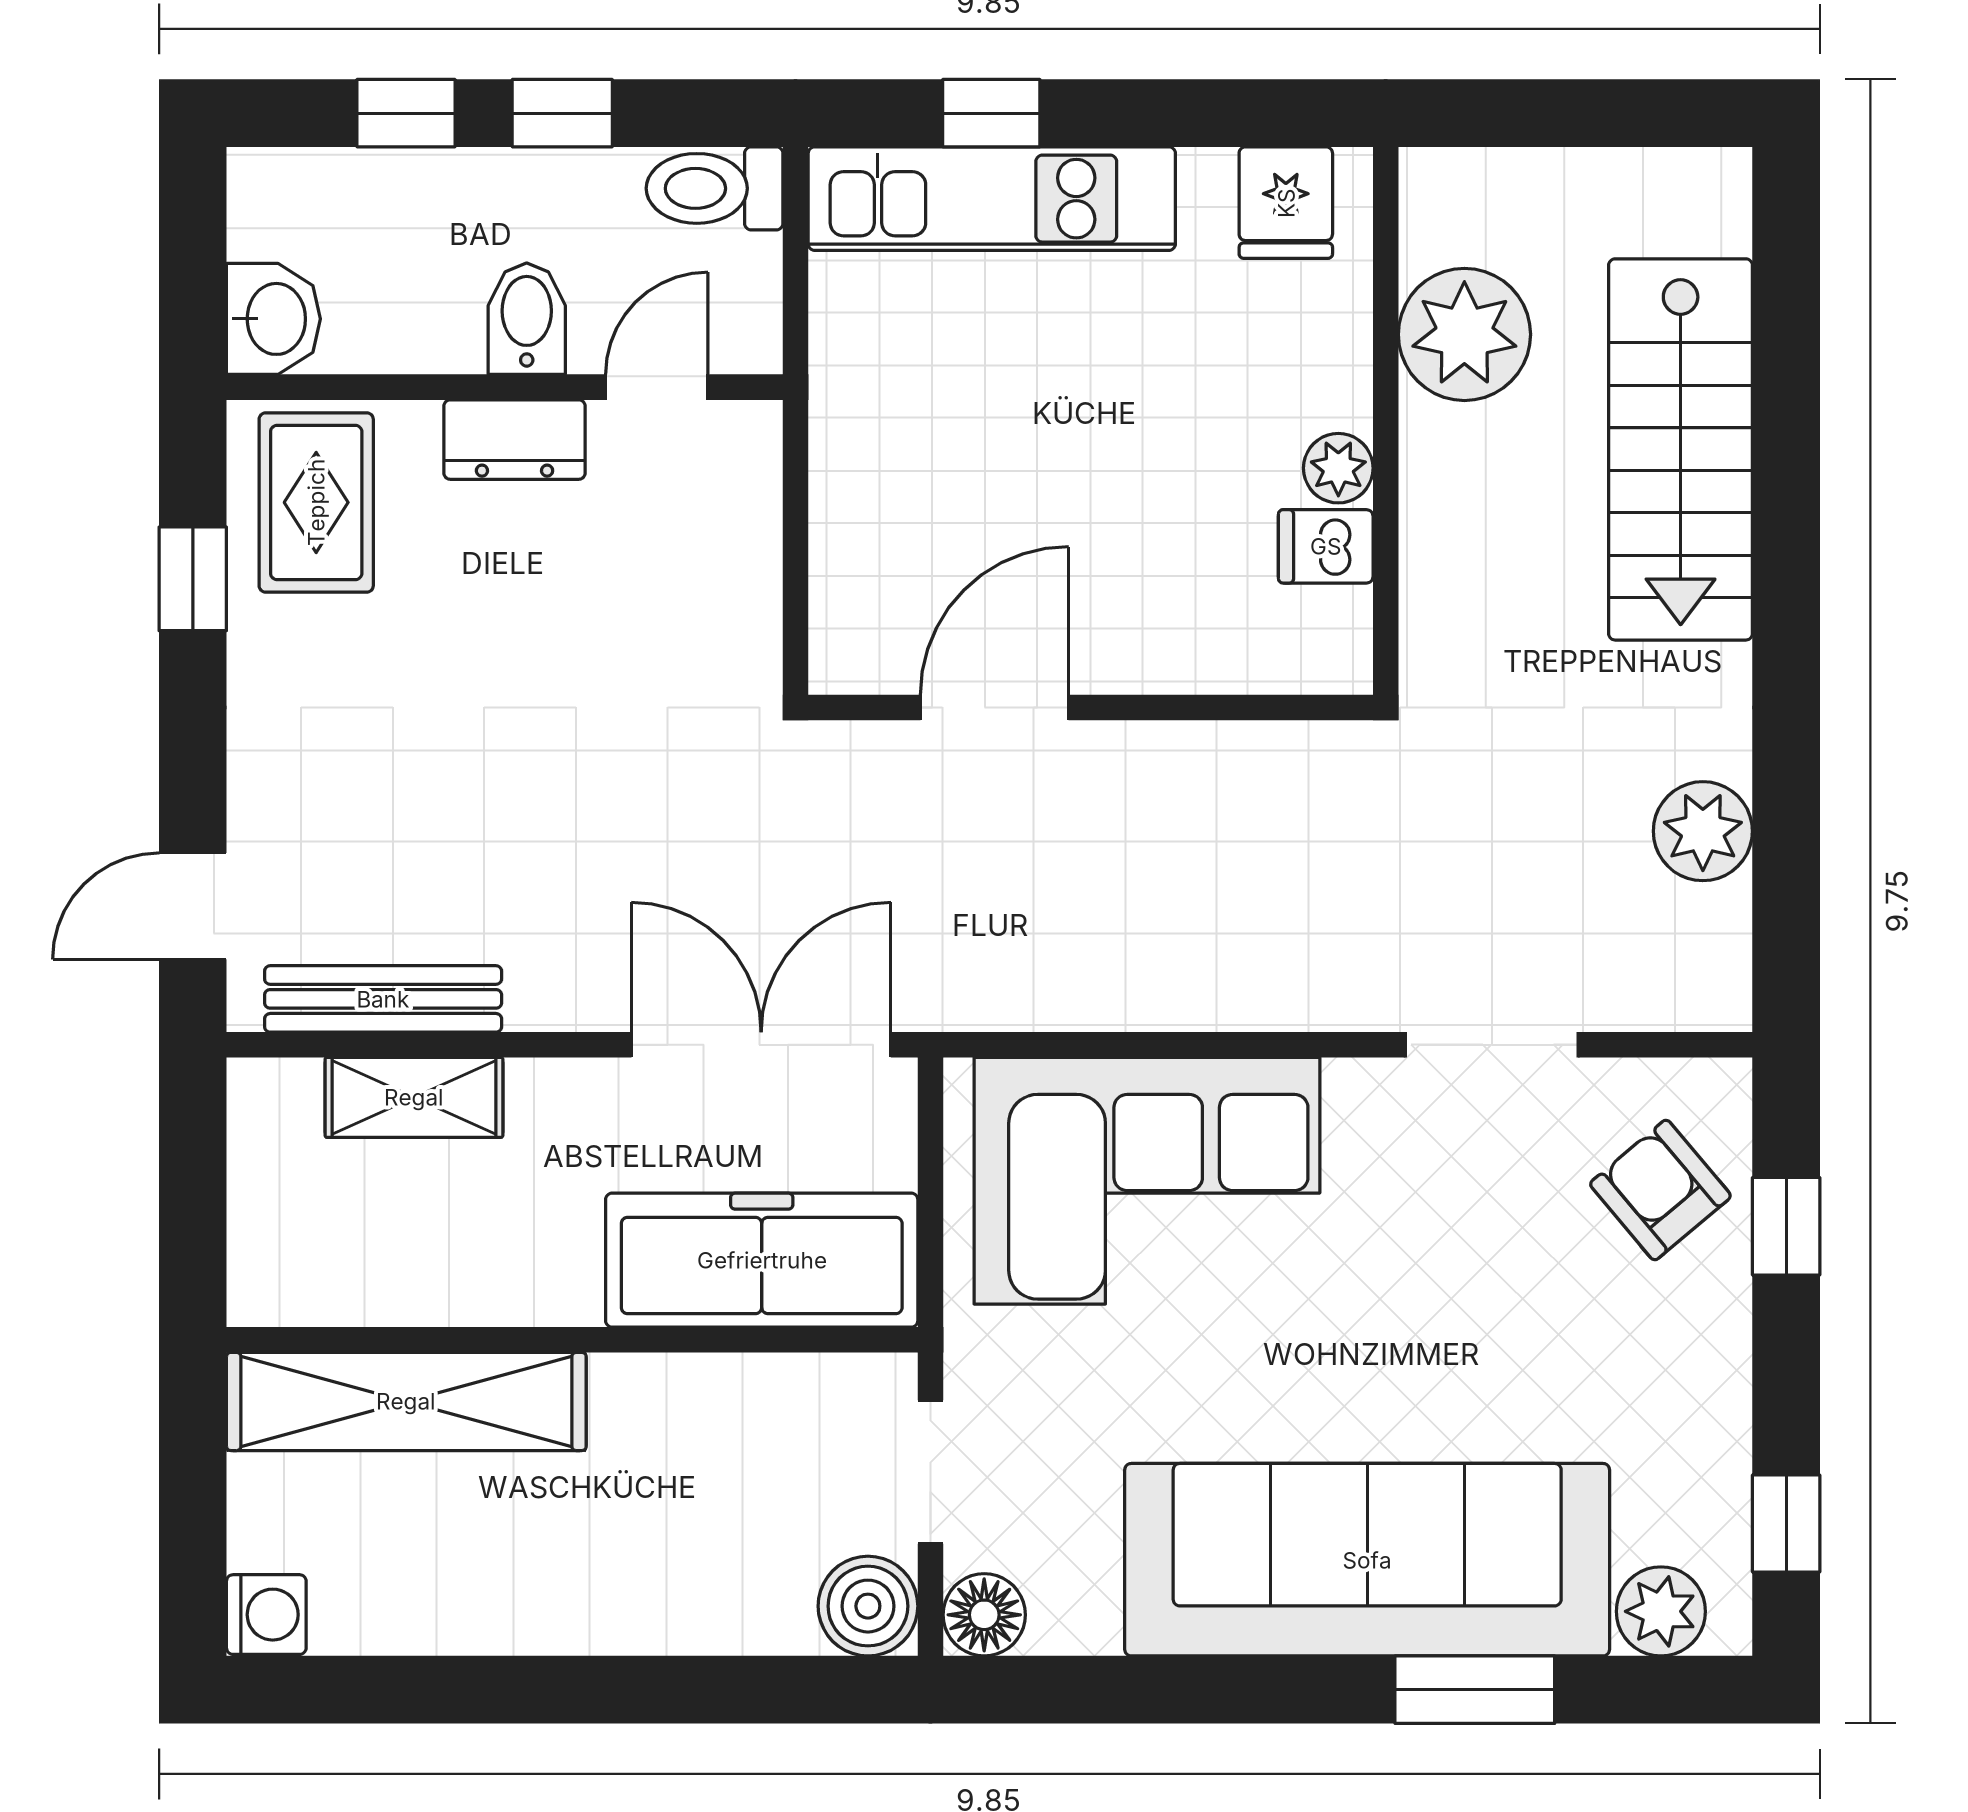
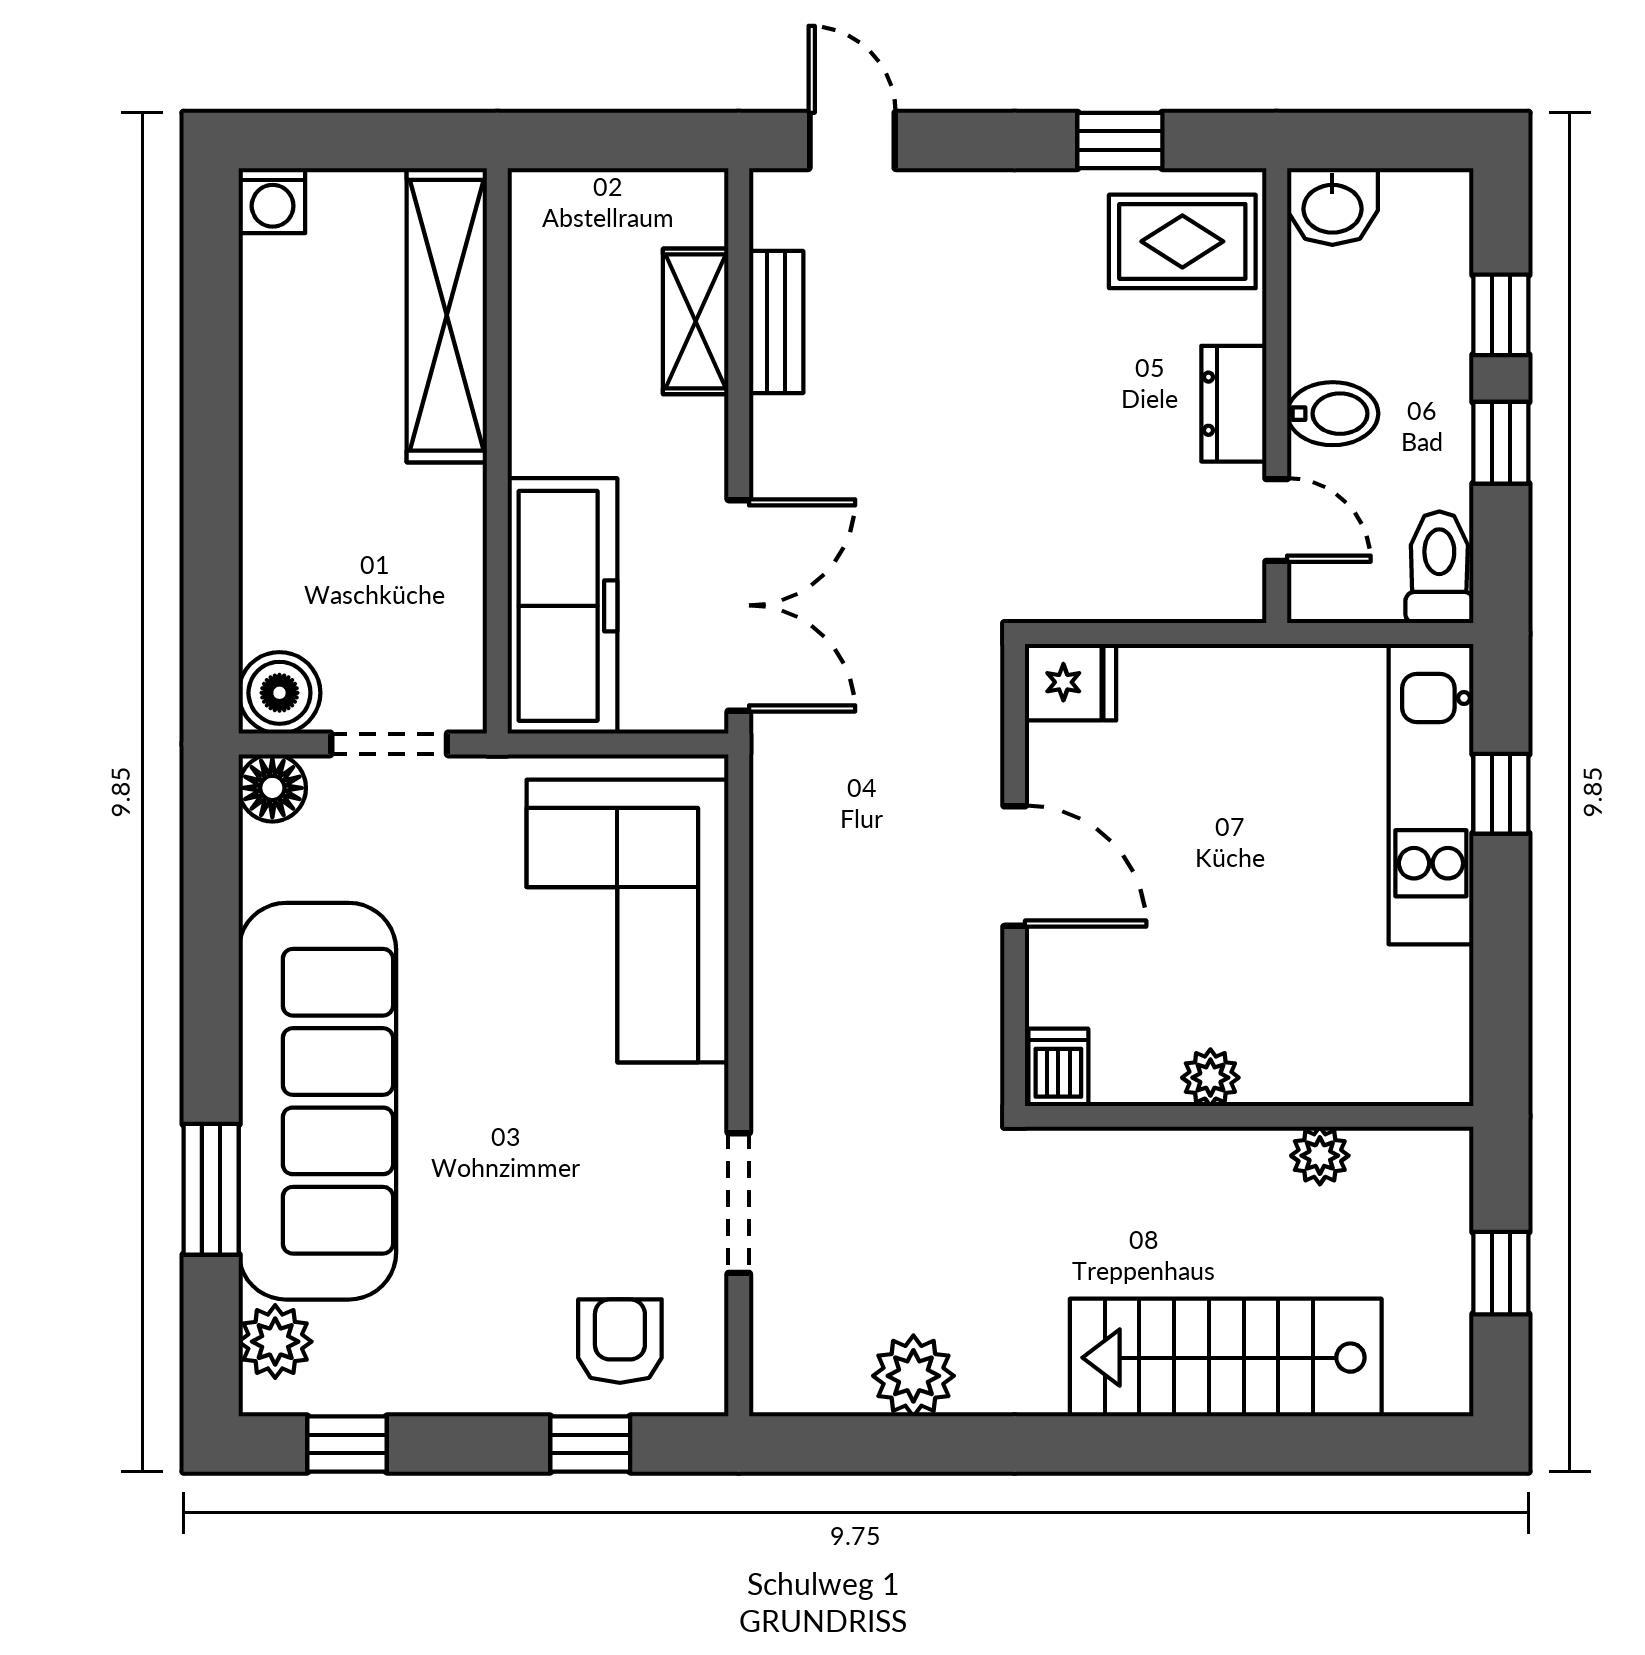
window: (1577, 113) -> (1501, 1273), added
fridge: (1286, 203) -> (1071, 682), moved, turned 180
plant: (1464, 334) -> (1320, 1156), width x0.53, depth x0.53
dishwasher: (1326, 546) -> (1058, 1067), moved
door: (995, 707) -> (1015, 866), moved
bench: (383, 999) -> (776, 322), width x0.73
armchair: (1660, 1190) -> (620, 1341), turned -50

